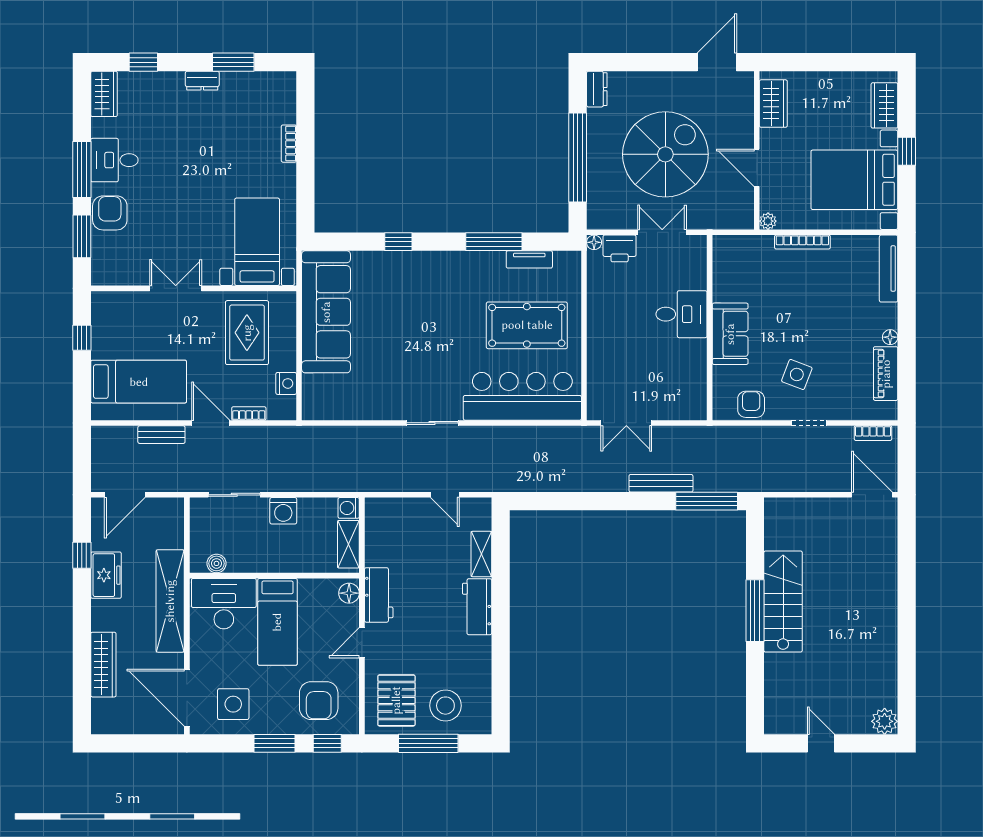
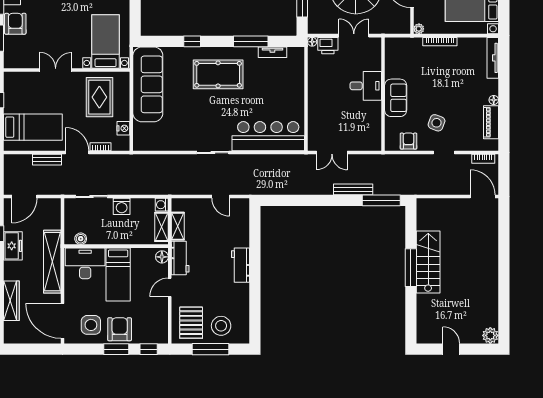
pool table: (527, 325) -> (218, 74), moved
shelving: (481, 554) -> (178, 226), moved
armchair: (319, 701) -> (120, 329), moved, turned 180

